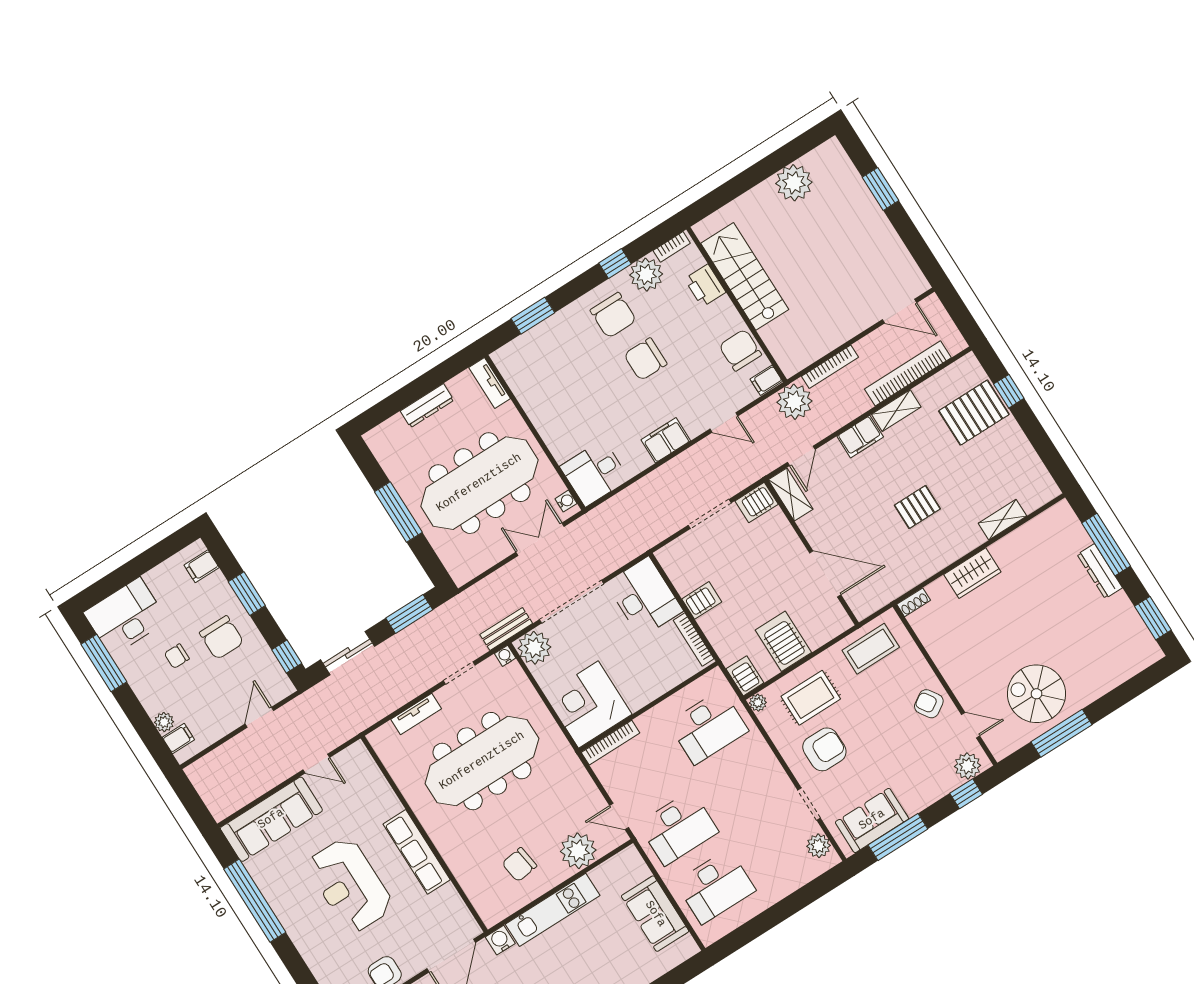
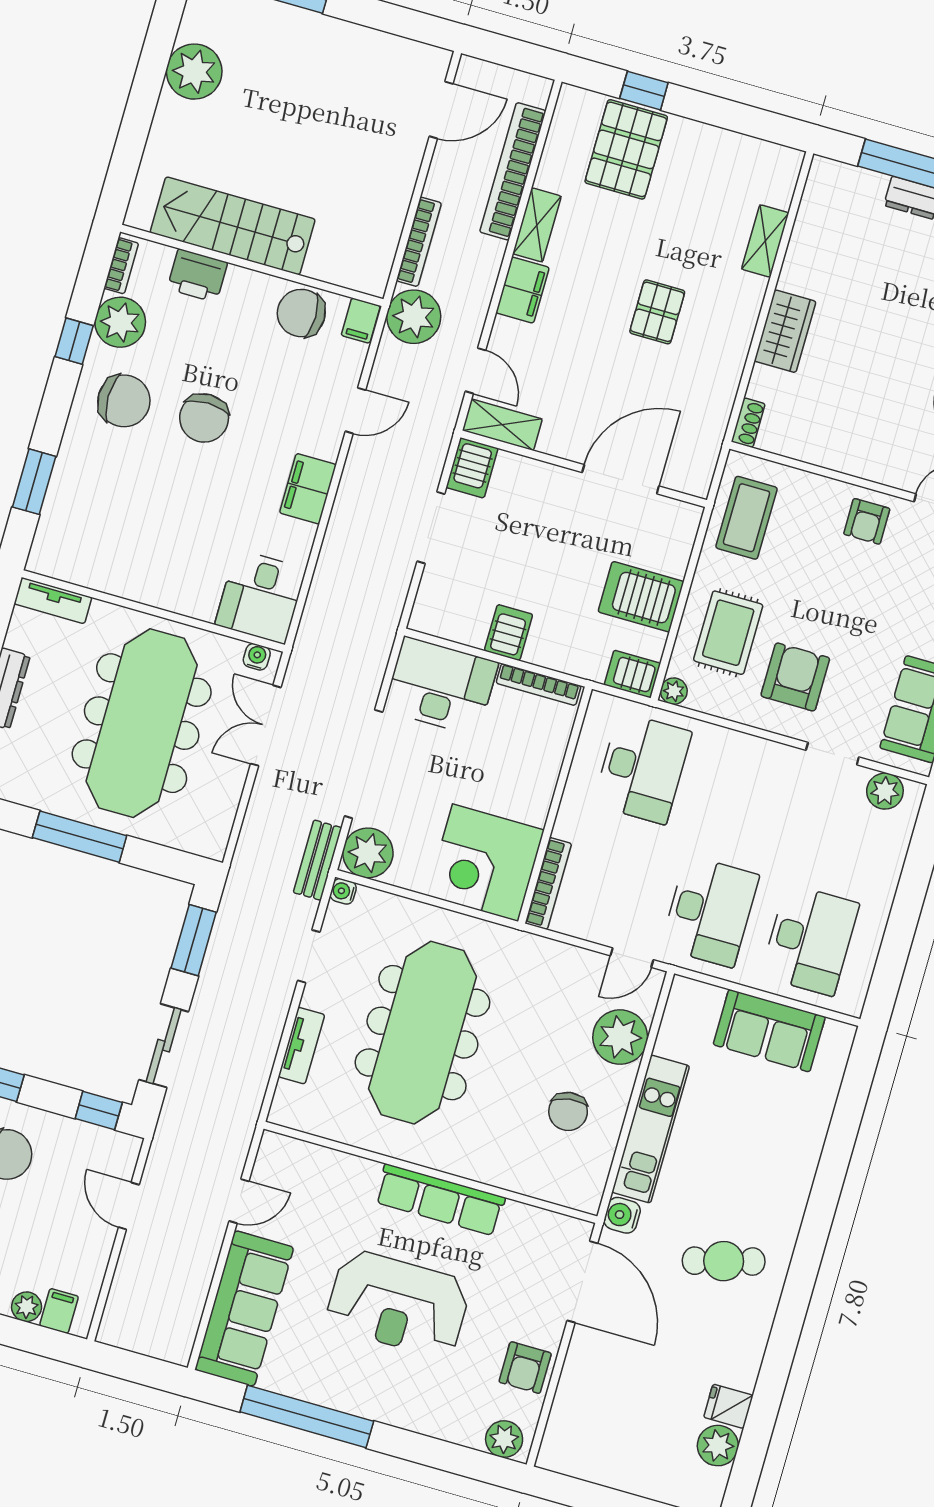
armchair: (929, 704) -> (867, 521), turned -57

